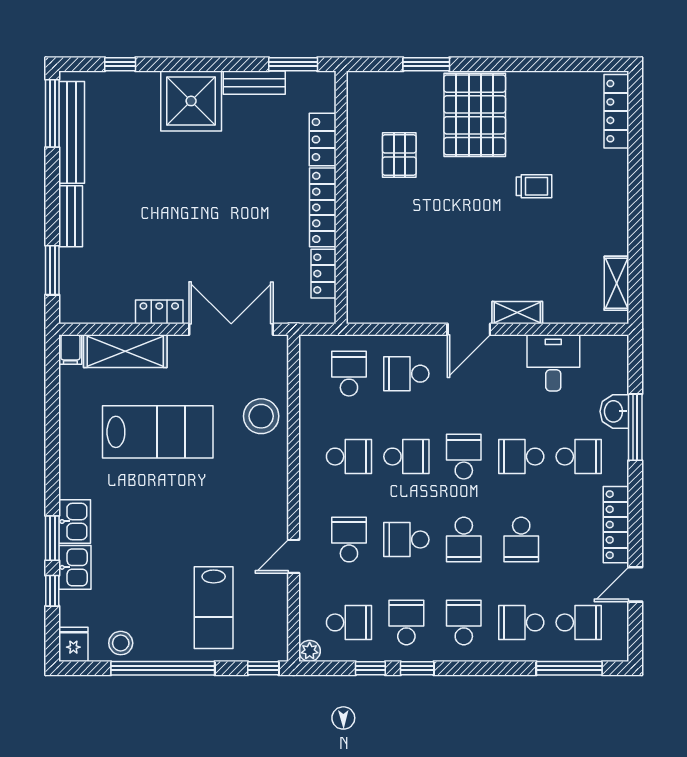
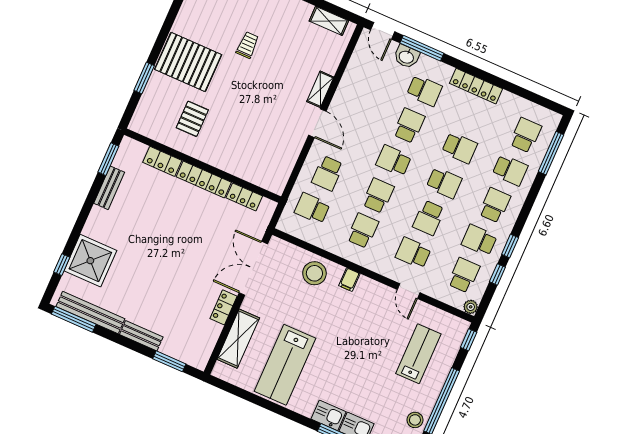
shower: (191, 101) -> (90, 261), moved
pallet: (399, 155) -> (192, 119), turned 90
filing cabinet: (70, 349) -> (349, 280), moved, turned 90
desk: (553, 363) -> (360, 81), removed
lab bench: (158, 432) -> (285, 365), moved, turned 180
school desk: (521, 457) -> (409, 126), turned 180
school desk: (579, 457) -> (424, 91), turned 90
door: (635, 584) -> (383, 31), moved
lab bench: (214, 608) -> (418, 354), turned -90
school desk: (464, 622) -> (495, 205), turned 90
school desk: (521, 622) -> (510, 170), turned -90

